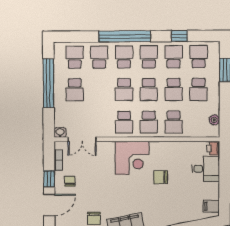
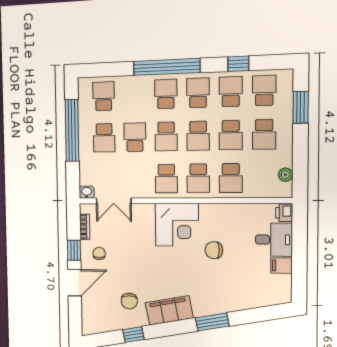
school desk: (99, 57) -> (135, 137), moved
filing cabinet: (211, 206) -> (282, 266), moved

